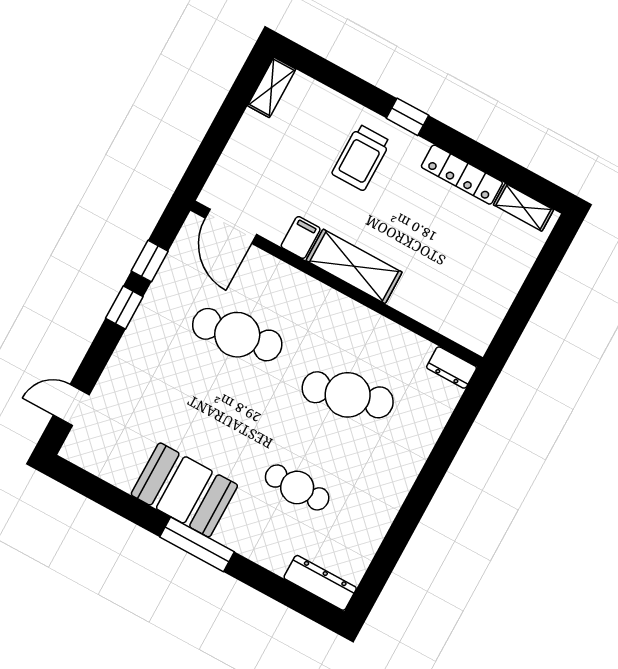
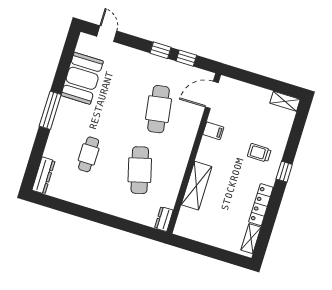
trolley: (361, 157) -> (259, 153), width x0.73, depth x0.72
shelving: (354, 266) -> (197, 186), moved
booth: (184, 490) -> (82, 78), moved

